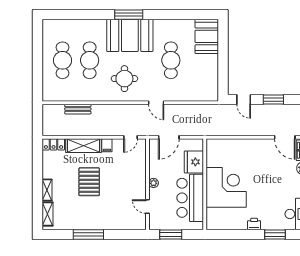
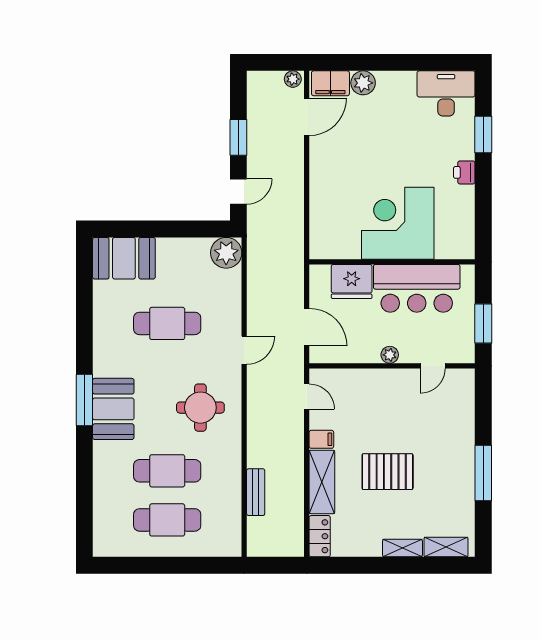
booth: (130, 35) -> (113, 409), width x0.73, depth x0.70
plant: (210, 93) -> (226, 253), added

